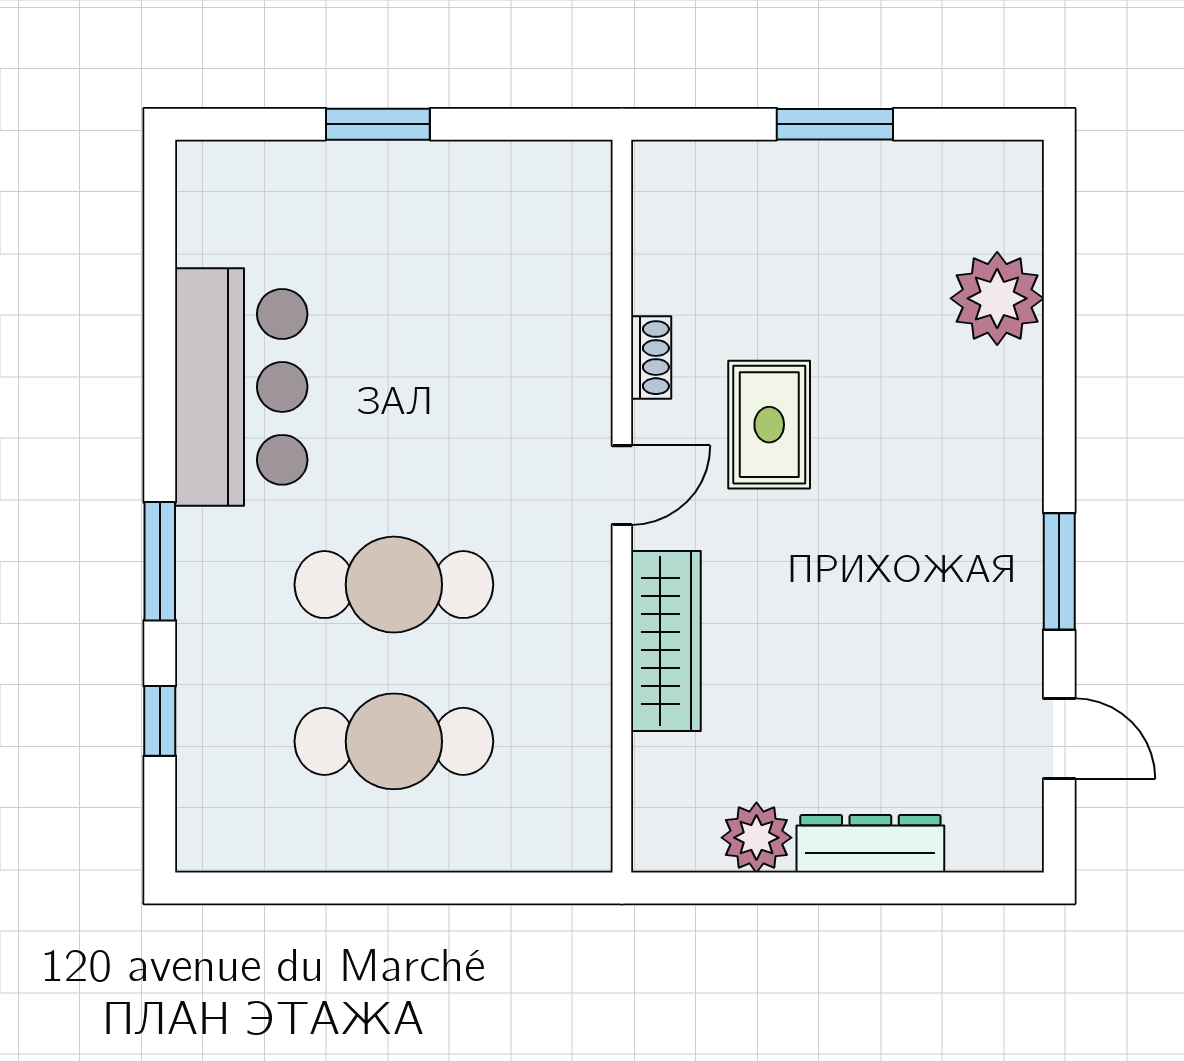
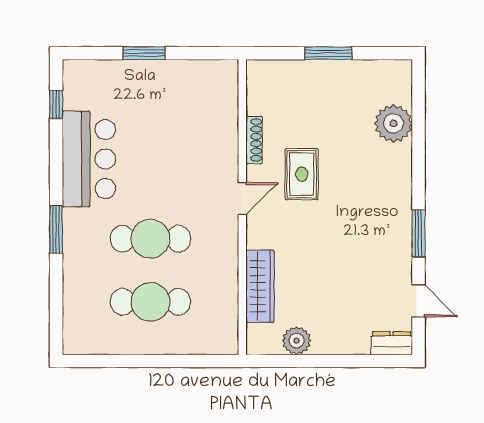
shoe rack: (651, 358) -> (254, 140), width x1.43
wardrobe: (666, 641) -> (260, 286), moved
window: (160, 721) -> (56, 104), moved
dresser: (870, 844) -> (392, 343), moved, width x0.70

